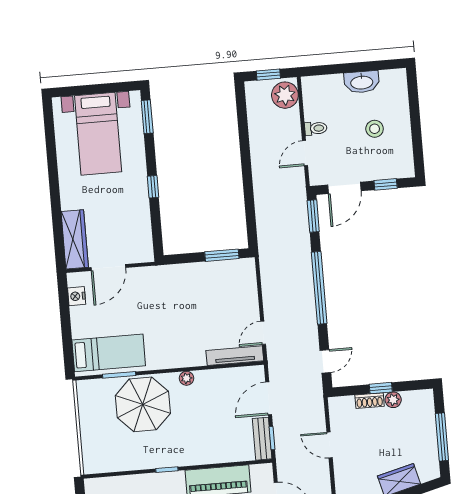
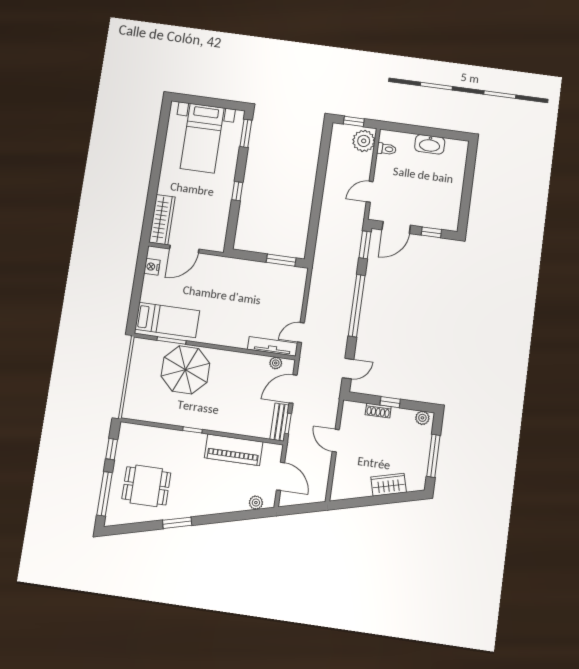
toilet: (316, 128) -> (387, 149), moved
stool: (375, 129) -> (432, 185), removed
plant: (186, 378) -> (276, 363), moved
plant: (393, 400) -> (422, 418), moved

